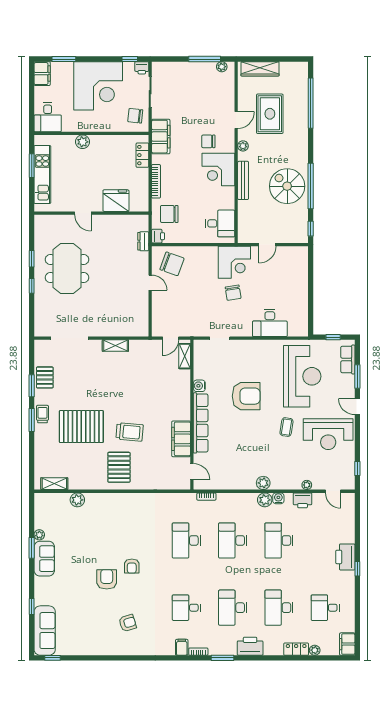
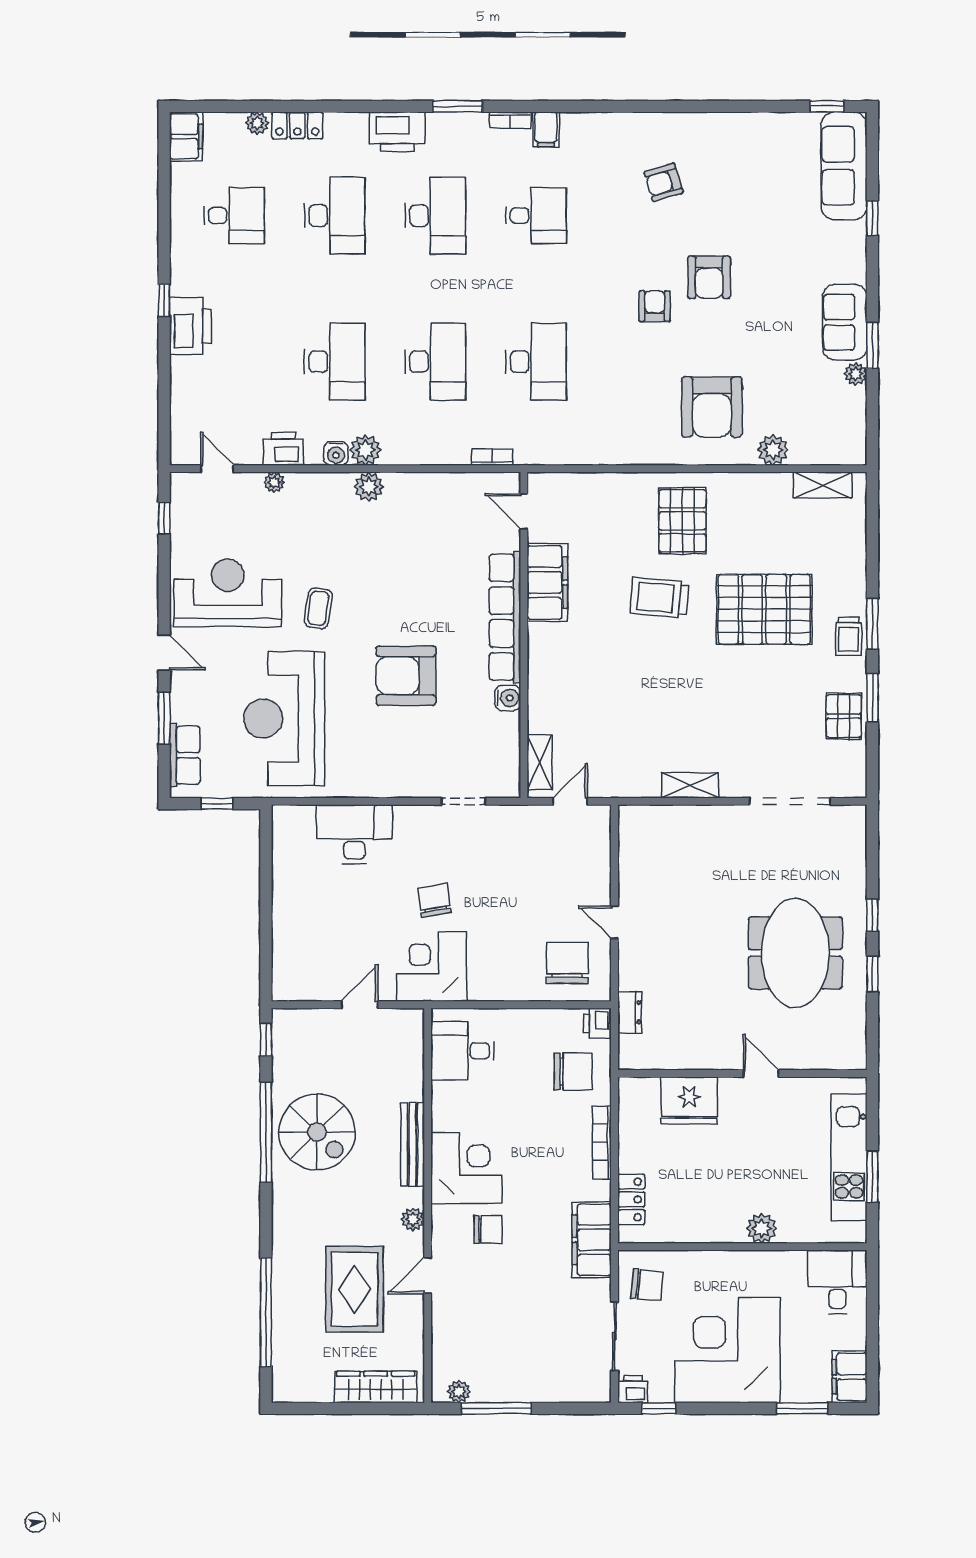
chair: (172, 264) -> (567, 963), turned 70
armchair: (105, 520) -> (712, 407), added

